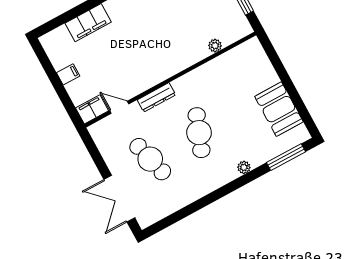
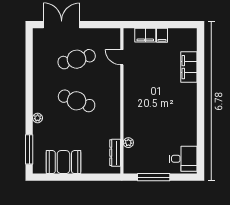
dresser: (156, 97) -> (115, 153), moved
door: (119, 107) -> (122, 57), swing flipped
filing cabinet: (92, 109) -> (145, 35), moved, turned 90

